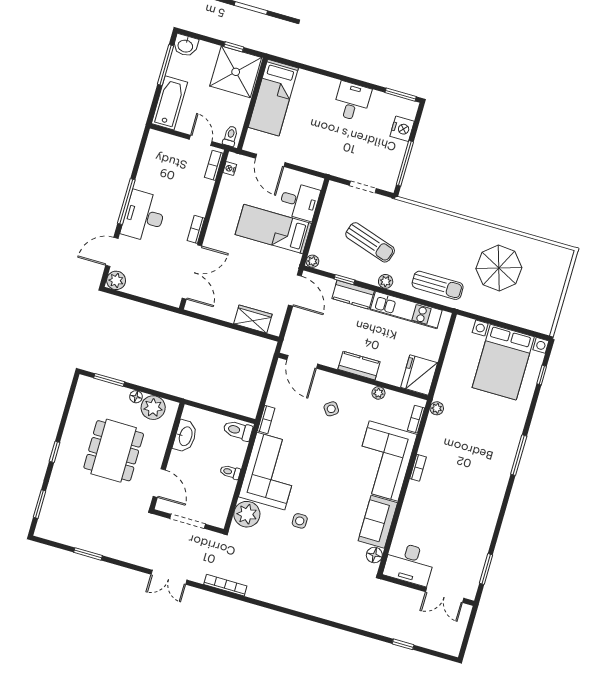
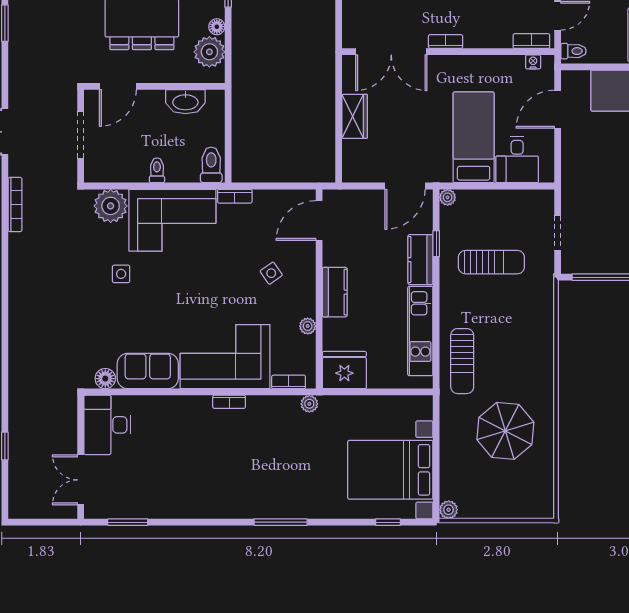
sun lounger: (370, 242) -> (491, 262), turned -108
plant: (386, 281) -> (449, 510), moved
wardrobe: (253, 319) -> (355, 116), moved

